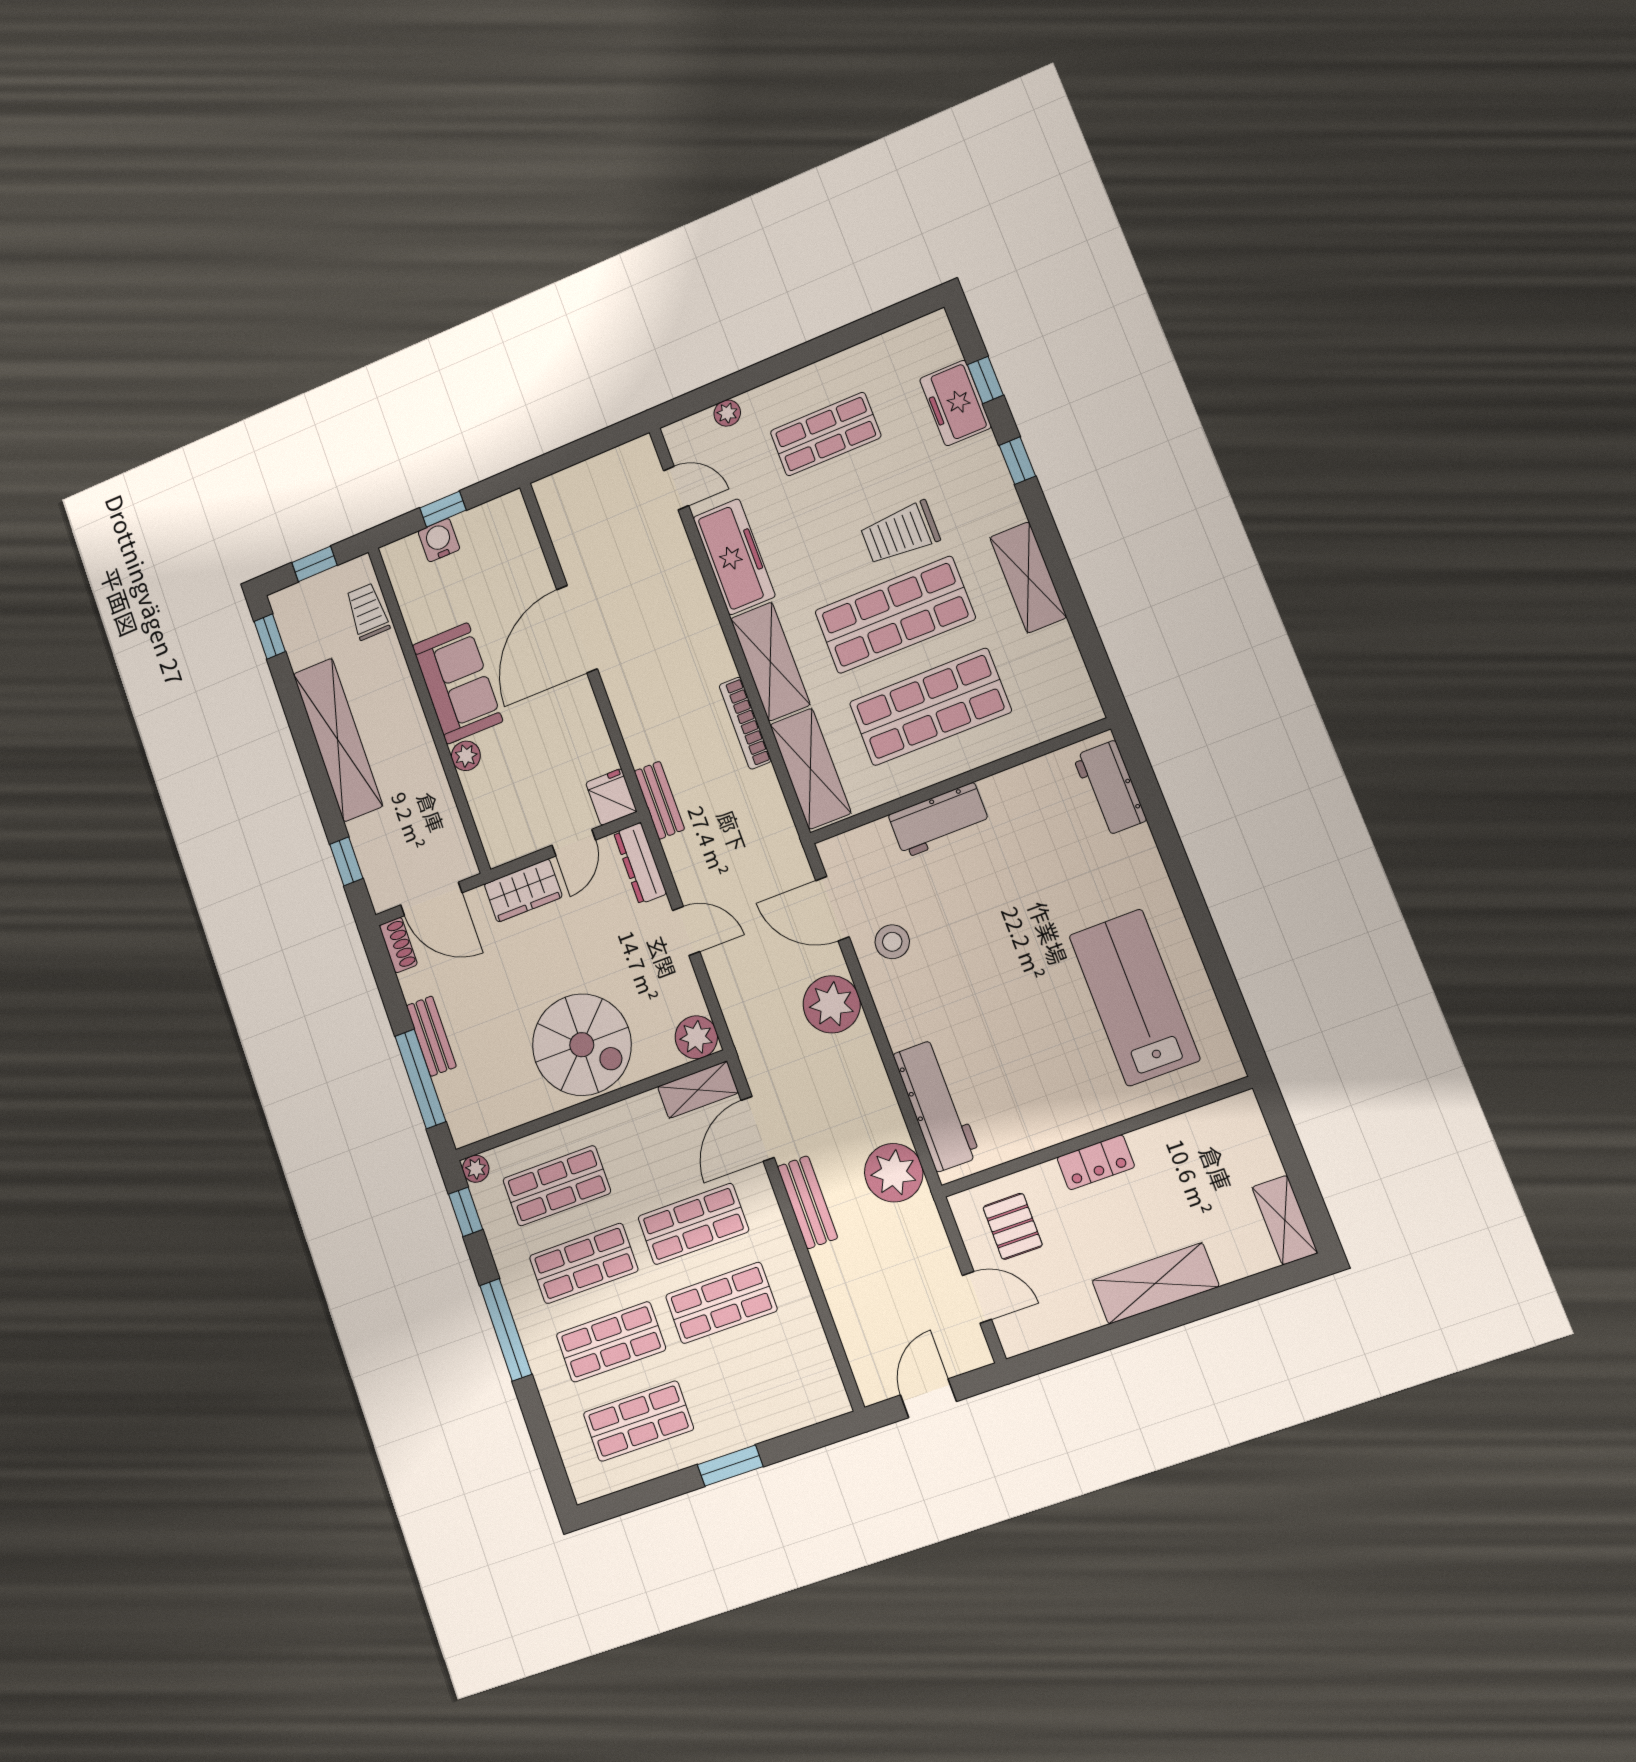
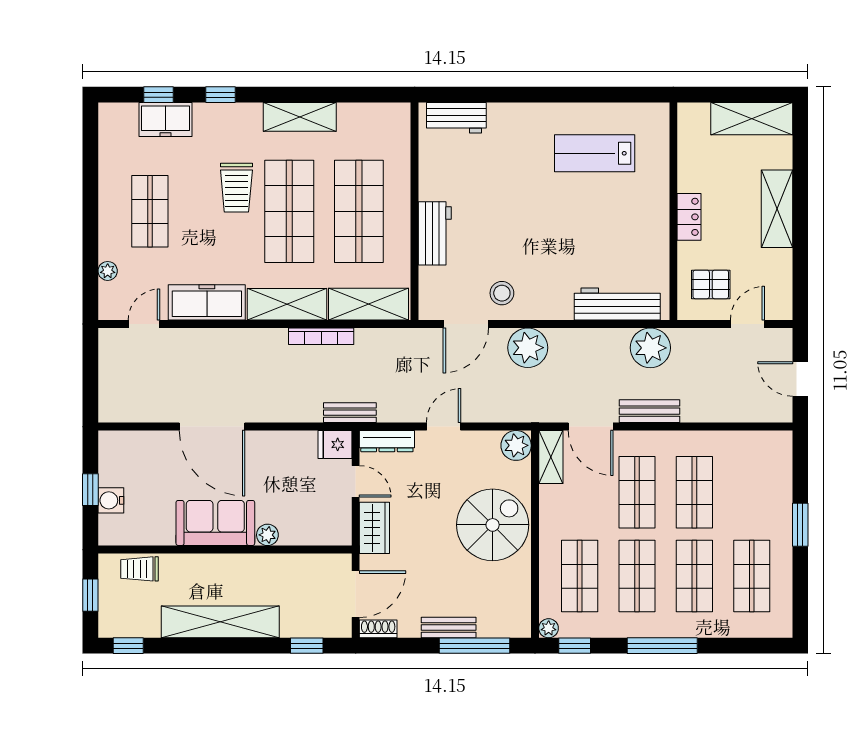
lab bench: (1134, 998) -> (595, 153), width x0.73, depth x0.72
shelving: (1285, 1220) -> (752, 119), width x1.50, depth x1.33

